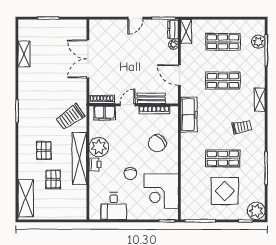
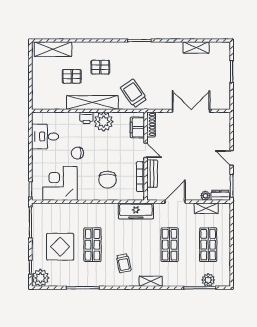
shelving: (186, 31) -> (206, 208), moved
chair: (157, 143) -> (108, 180), turned -140

